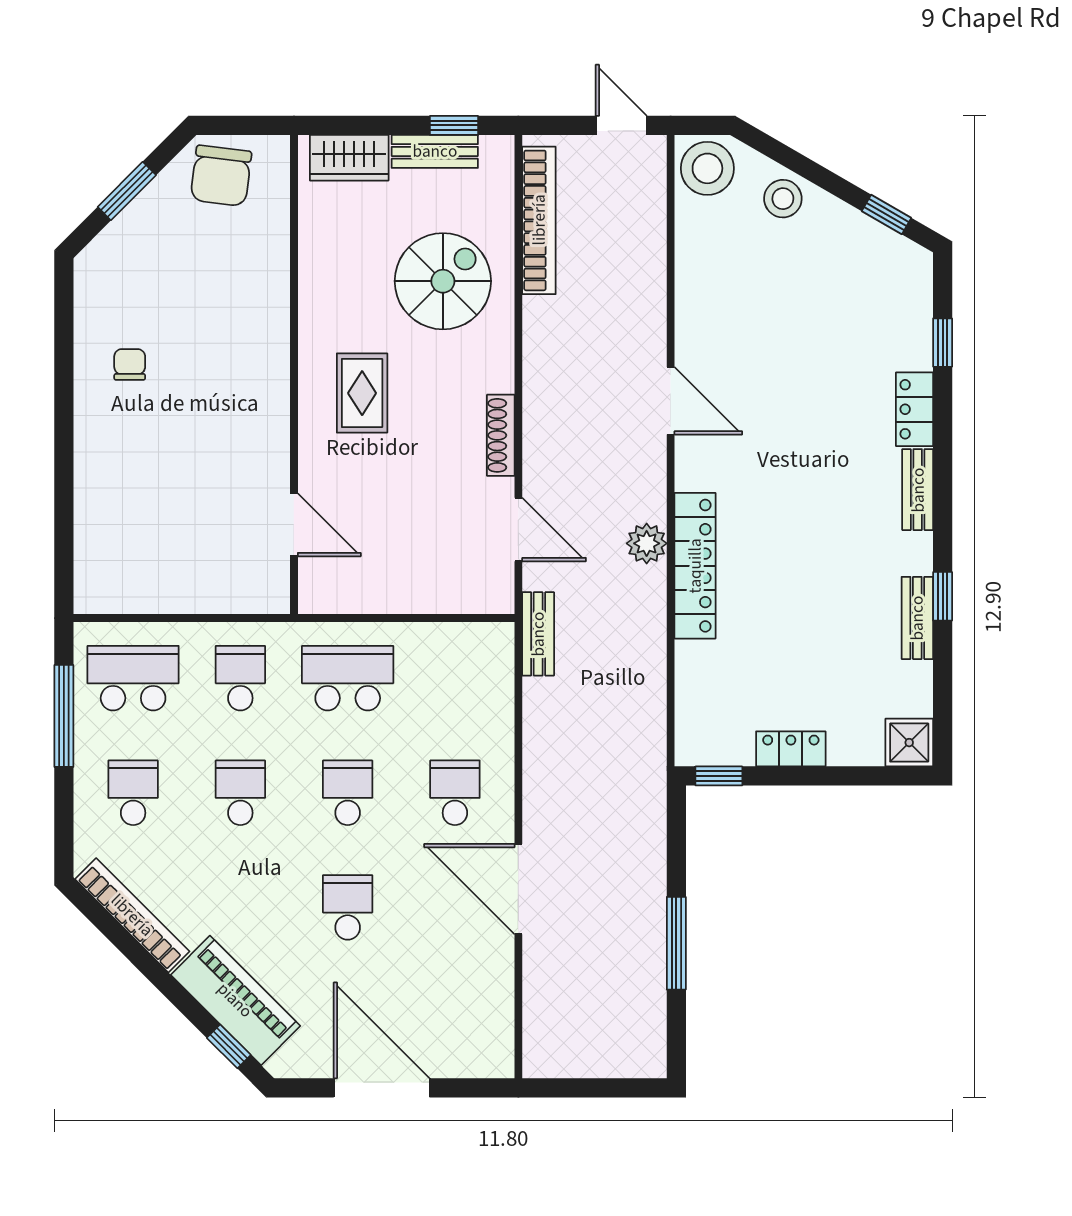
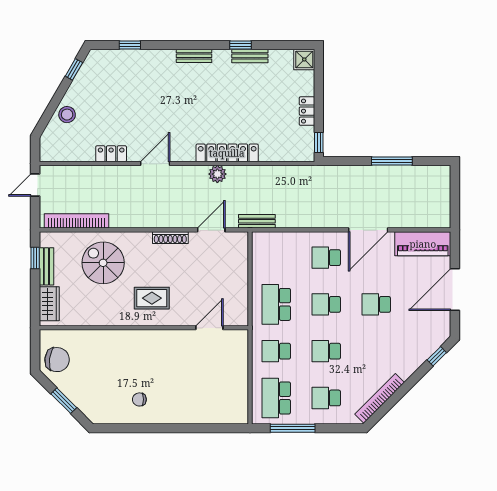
stool: (707, 168) -> (54, 147), removed
locker: (914, 409) -> (111, 154), moved, turned 180
piano: (235, 1000) -> (423, 244), moved, turned -135

